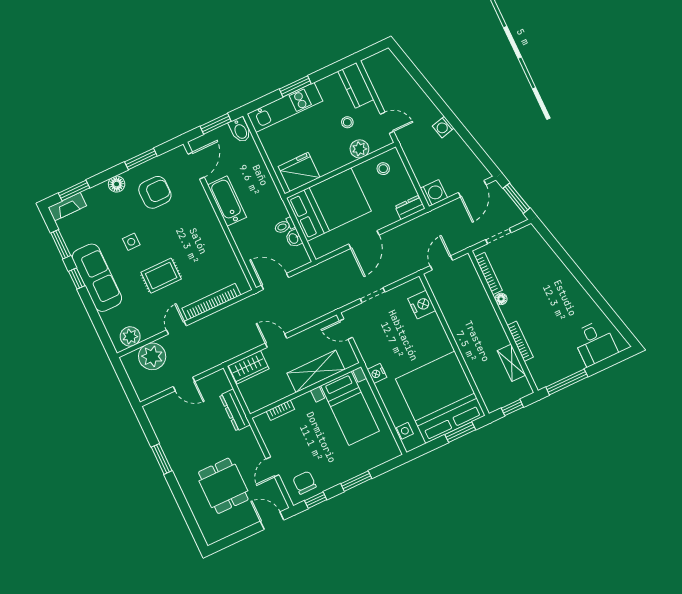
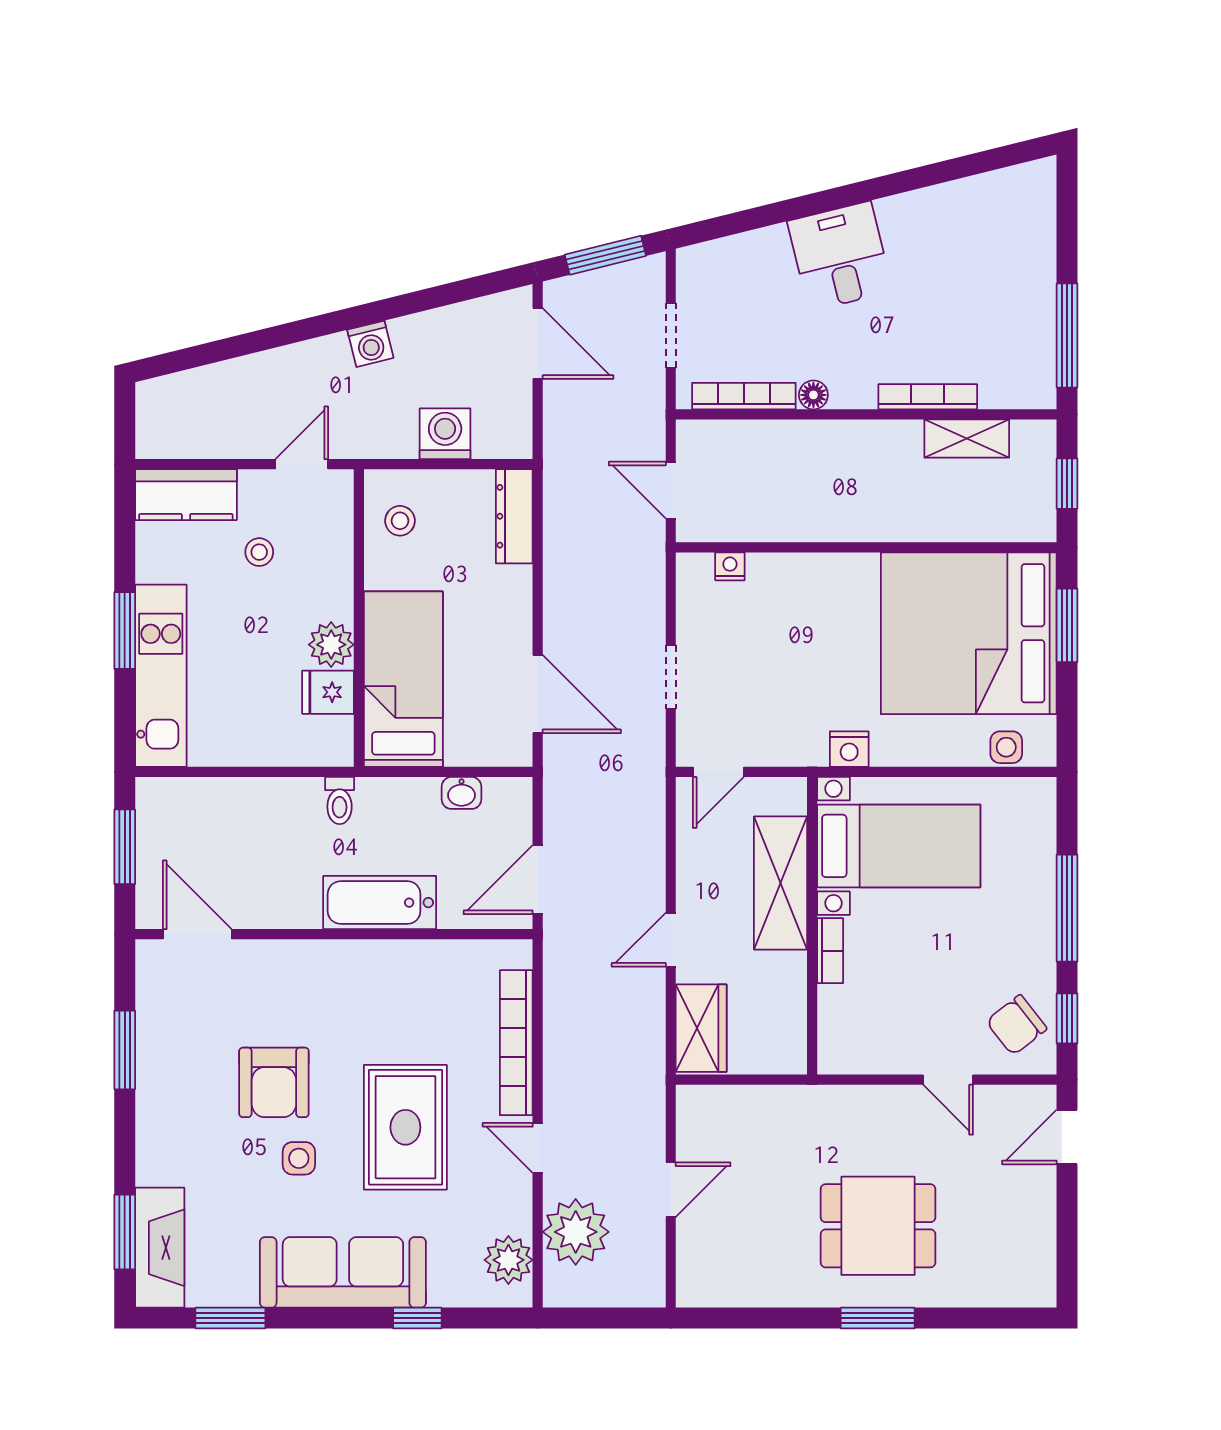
bidet: (240, 130) -> (164, 799), removed
plant: (359, 149) -> (331, 645), moved
fridge: (299, 172) -> (328, 692), width x0.53, depth x0.75
floor lamp: (117, 184) -> (155, 1131), removed
armchair: (155, 192) -> (274, 1082), moved, turned 180
washing machine: (434, 193) -> (445, 434), moved
bathtub: (227, 201) -> (380, 903), moved
bed: (329, 205) -> (403, 679), width x0.67
fireplace: (67, 207) -> (160, 1248), width x1.37, depth x1.32
dresser: (410, 207) -> (514, 516), width x1.44
toilet: (284, 226) -> (340, 801), moved
door: (364, 240) -> (538, 694), moved
rug: (161, 276) -> (405, 1127), width x1.36, depth x1.43
window: (77, 278) -> (417, 1318), moved
nightstand: (422, 305) -> (730, 566), width x0.53, depth x0.56
desk: (595, 343) -> (840, 256), moved, turned -104
dresser: (235, 410) -> (782, 1104), removed
bookcase: (280, 410) -> (830, 951), moved
window: (162, 459) -> (878, 1318), moved
window: (356, 481) -> (1067, 908), width x1.44
chair: (304, 483) -> (1016, 1025), turned -38
dining table: (223, 486) -> (878, 1226), moved

